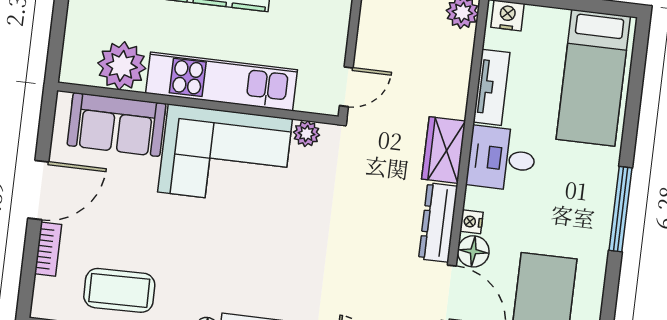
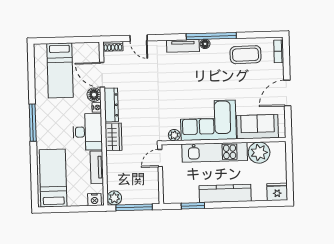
desk: (502, 159) -> (88, 132), width x1.37
bookcase: (48, 249) -> (279, 51), moved

